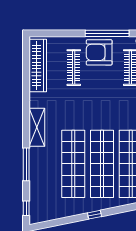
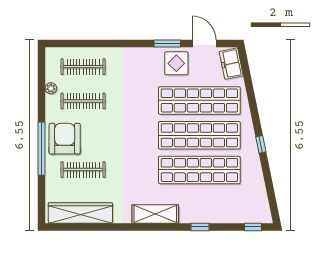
window: (107, 33) -> (42, 149), moved
armchair: (99, 52) -> (65, 139), turned 180
window: (26, 164) -> (200, 227), width x0.46

